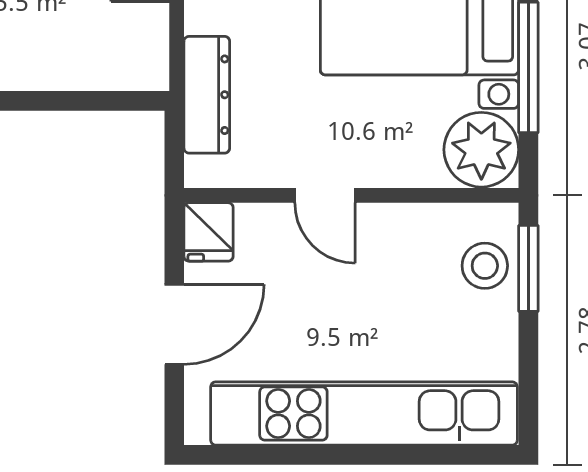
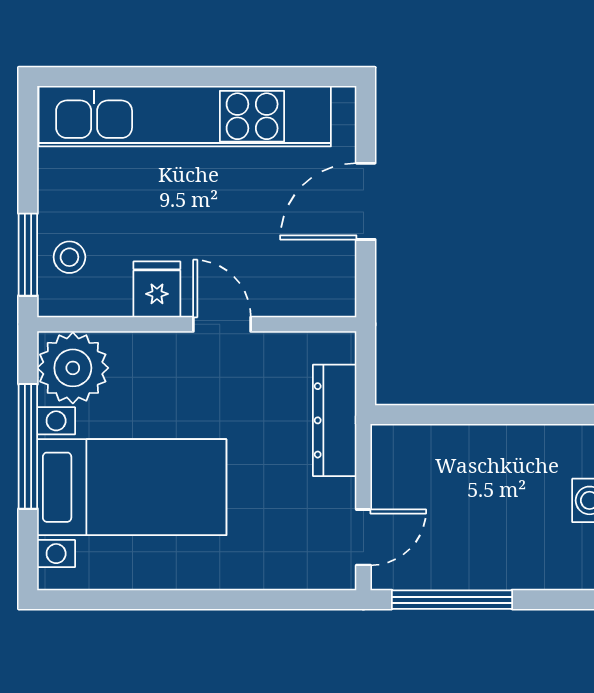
fridge: (209, 232) -> (157, 289), moved
stool: (485, 266) -> (69, 257), width x0.73, depth x0.73

